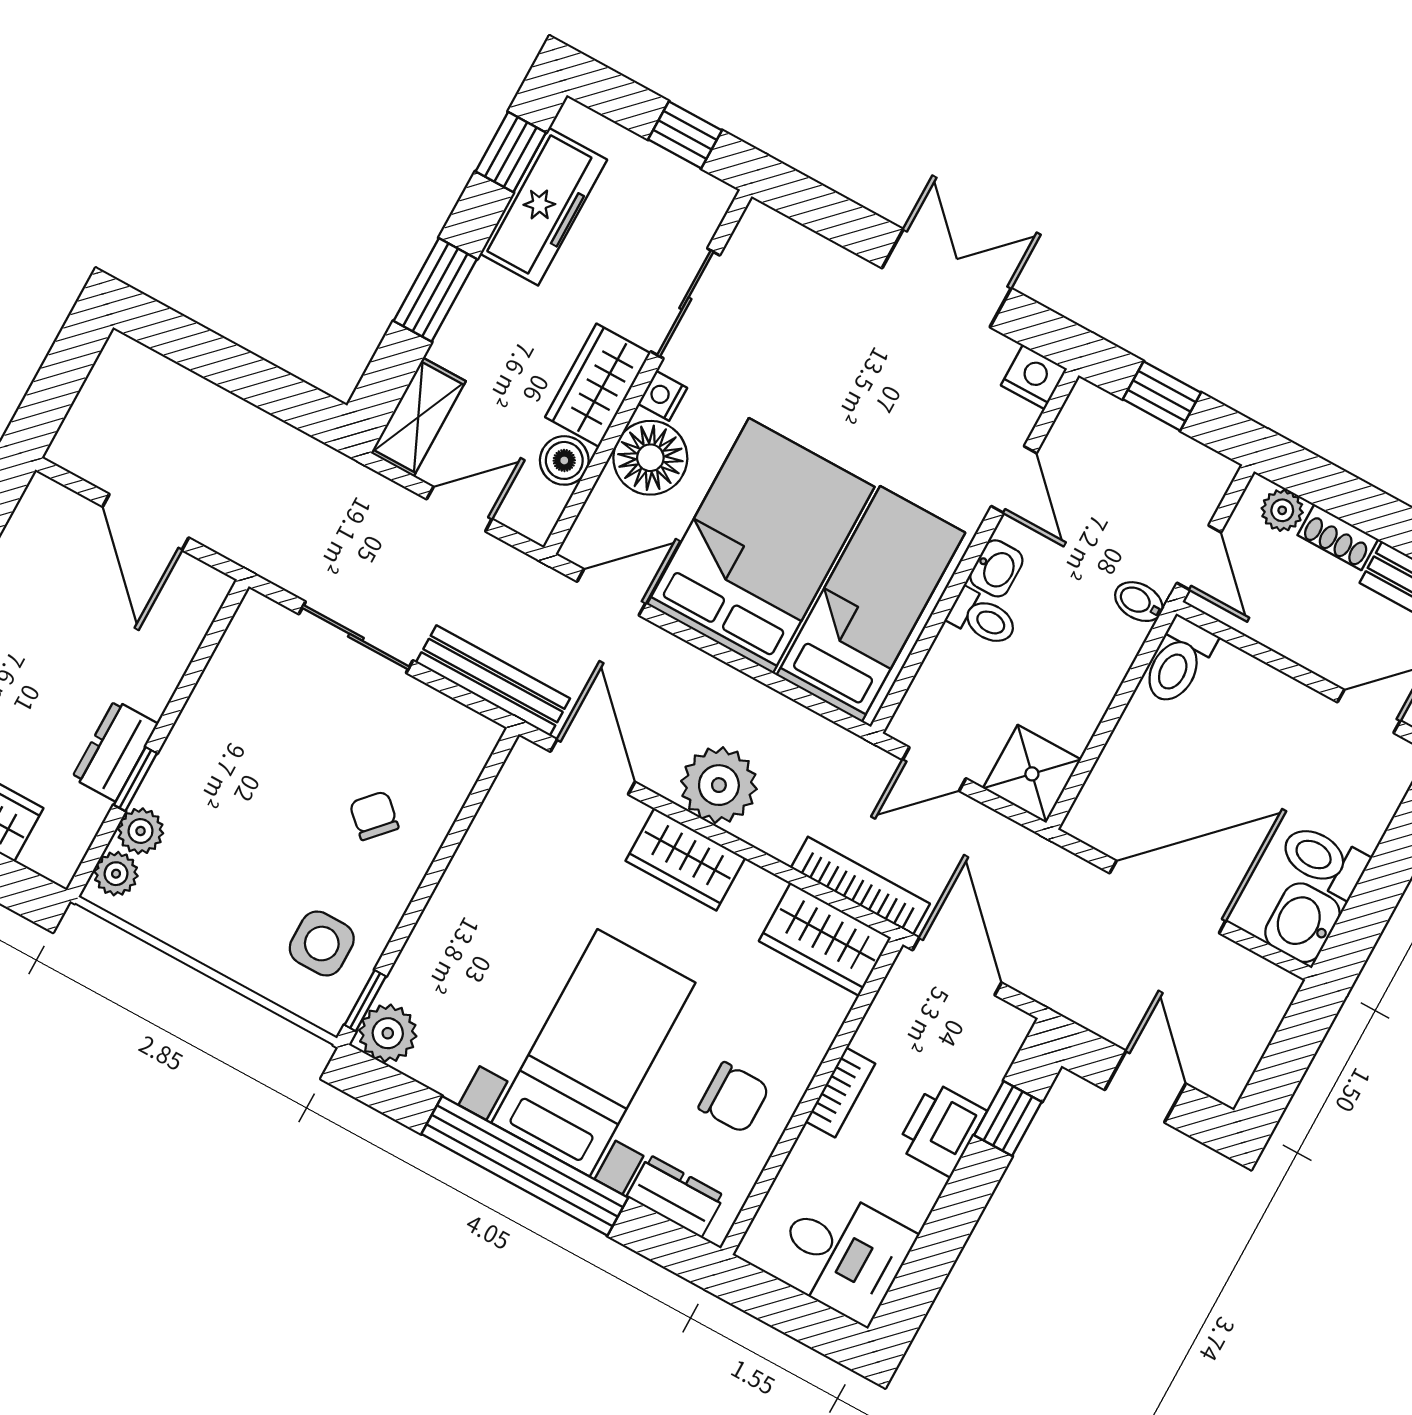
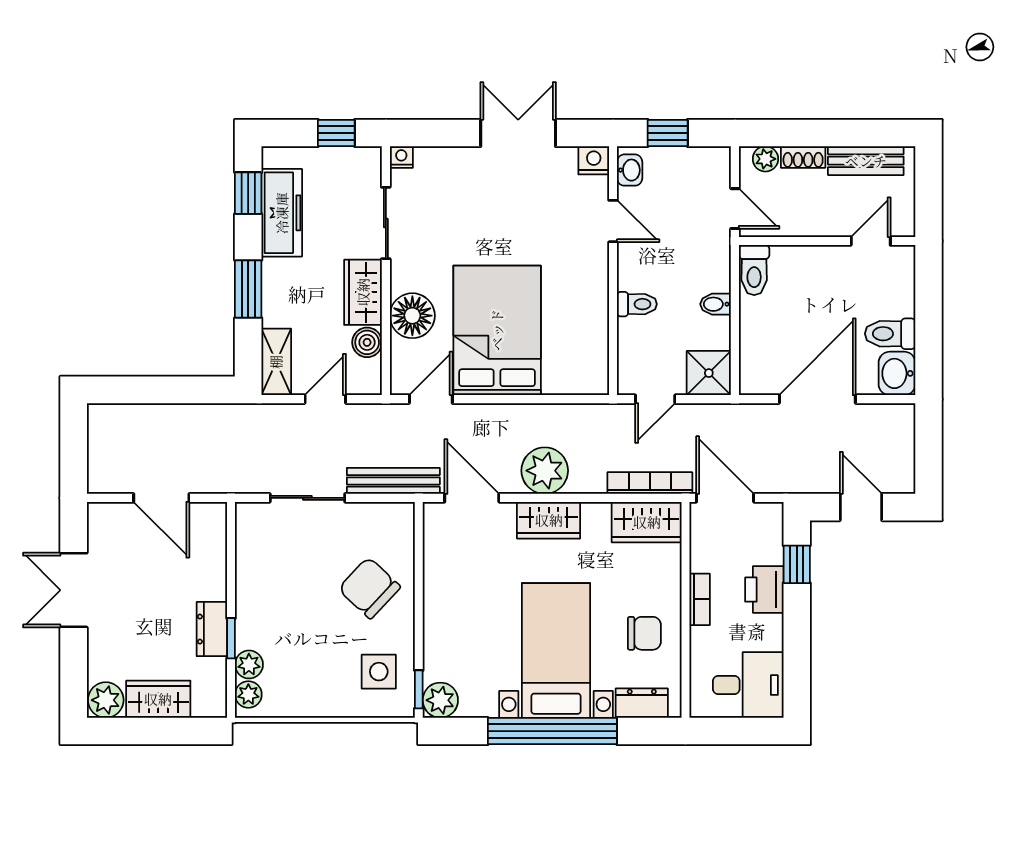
nightstand: (663, 396) -> (401, 157), moved, turned 90
washbasin: (996, 568) -> (630, 170), moved
bidet: (1139, 602) -> (715, 304), moved
bed: (871, 604) -> (573, 329), removed
chair: (374, 816) -> (369, 588), width x1.87, depth x1.87

